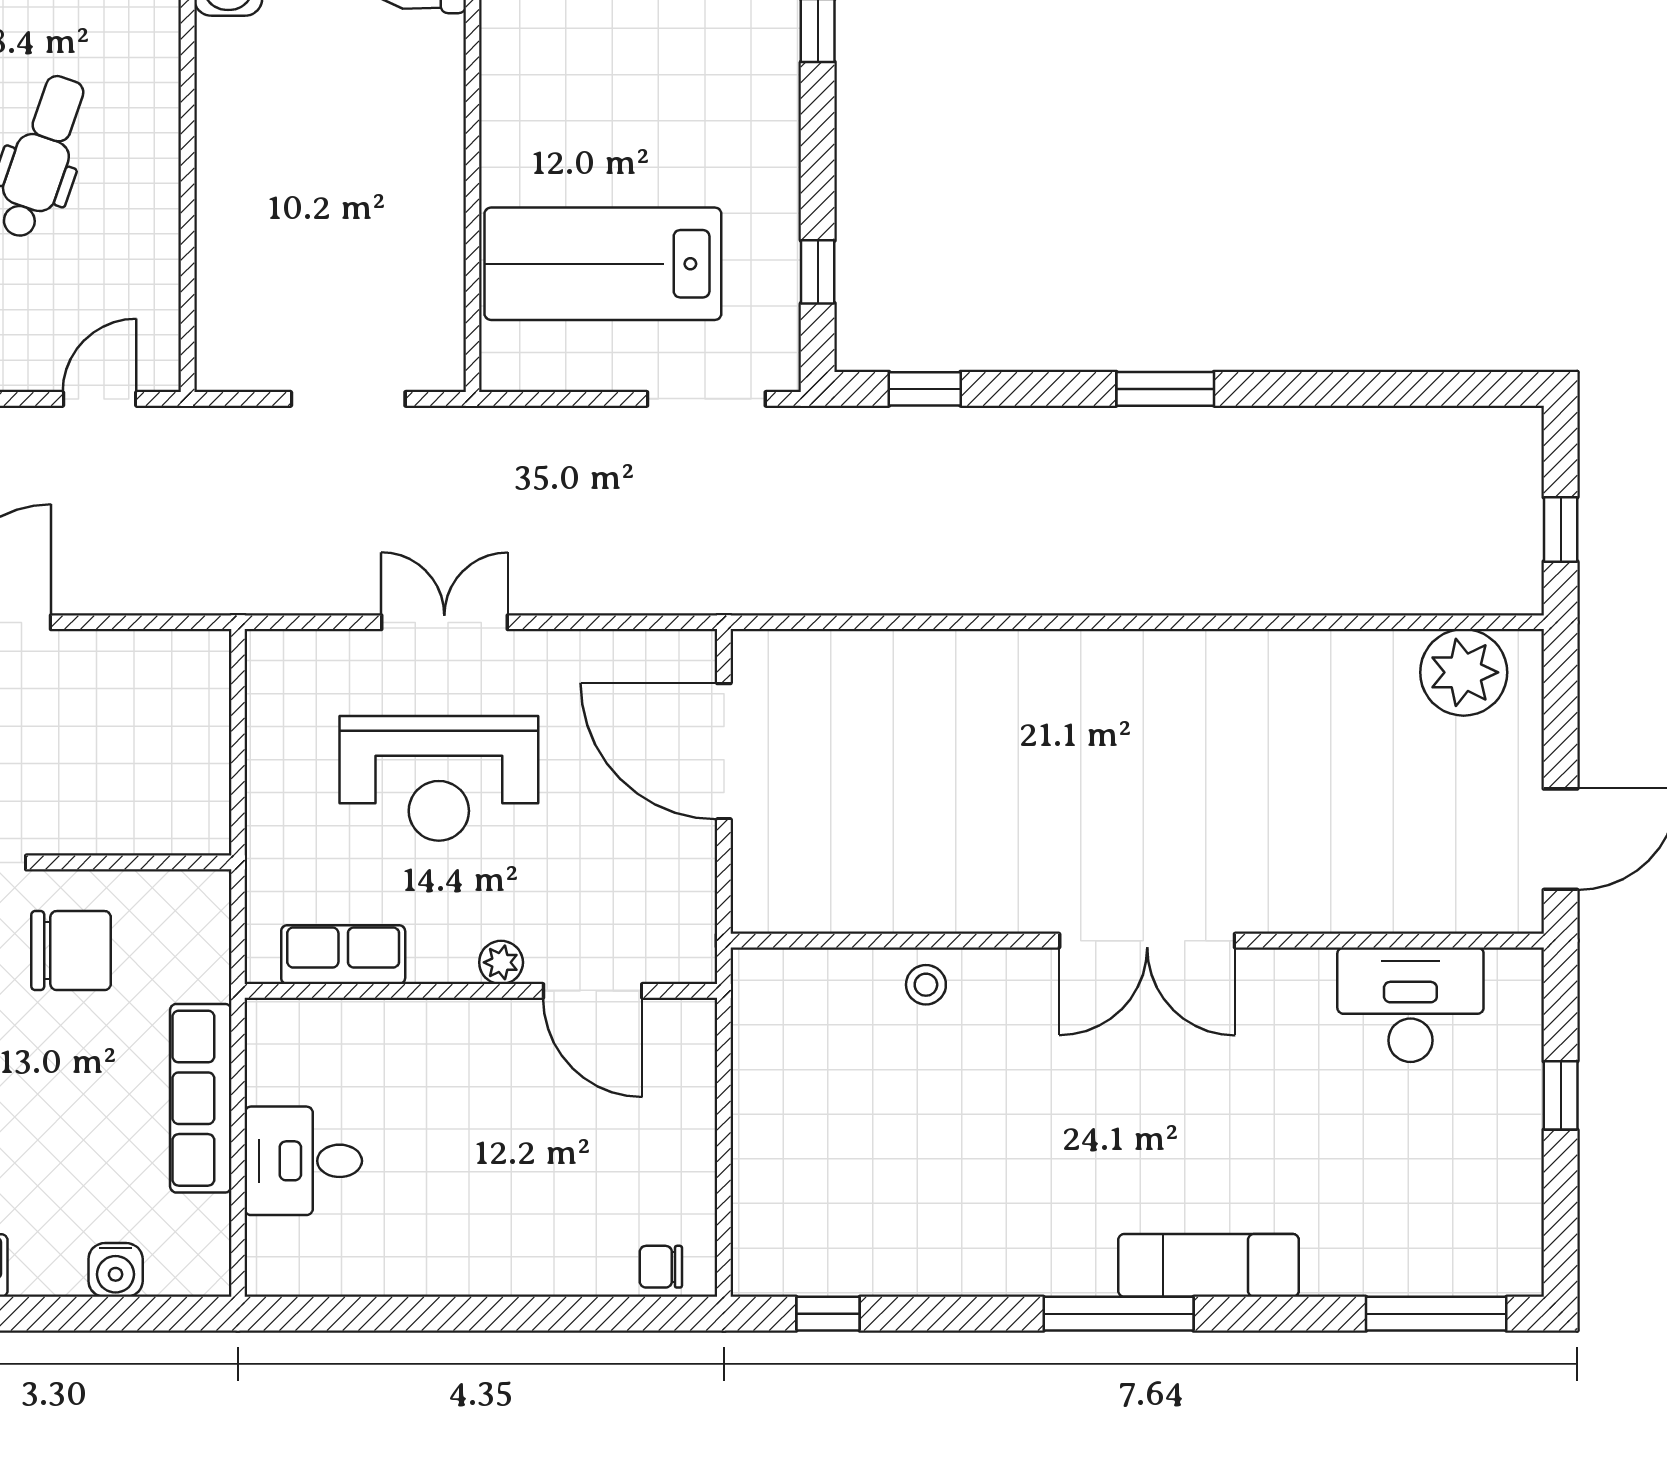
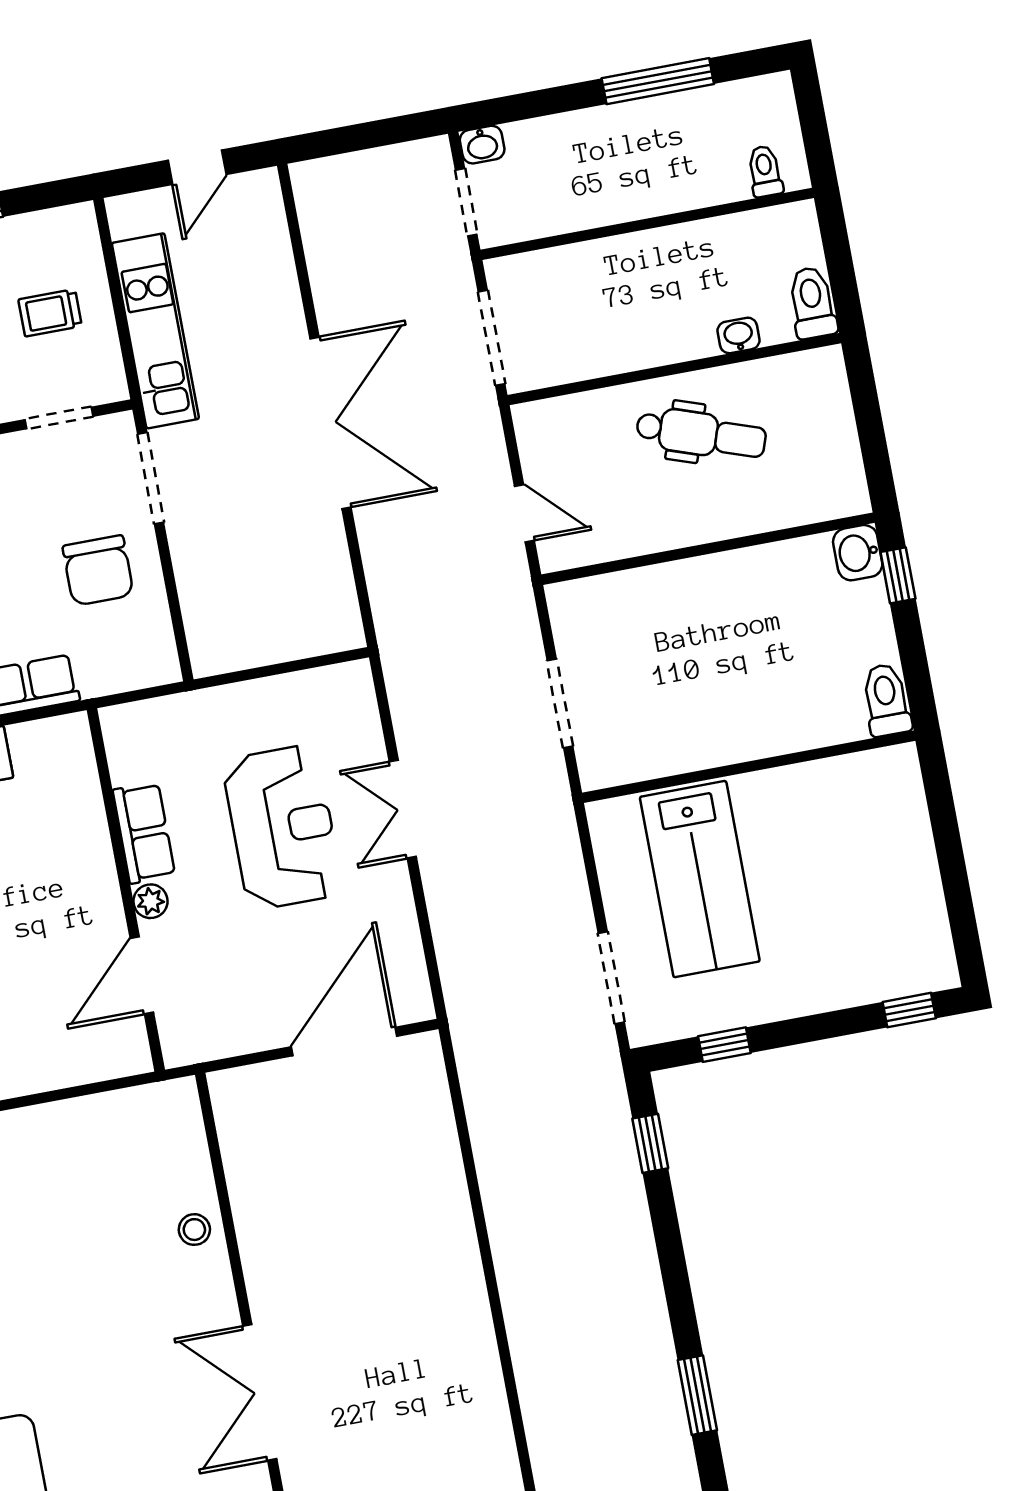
lab bench: (603, 264) -> (700, 879), turned 180
window: (1165, 389) -> (697, 1395), moved
double door: (444, 622) -> (403, 809), swing flipped
reception desk: (439, 778) -> (282, 827), turned 180
row of seats: (343, 955) -> (144, 833), moved

